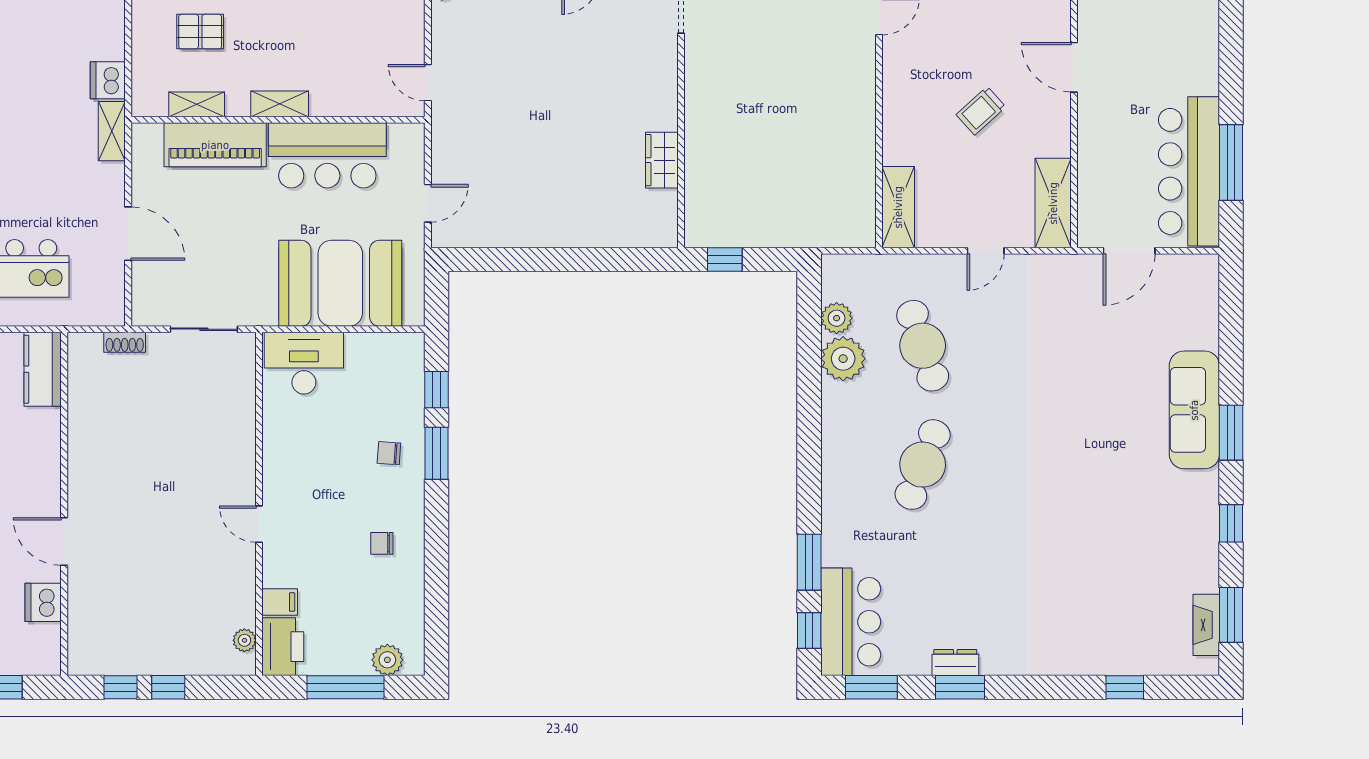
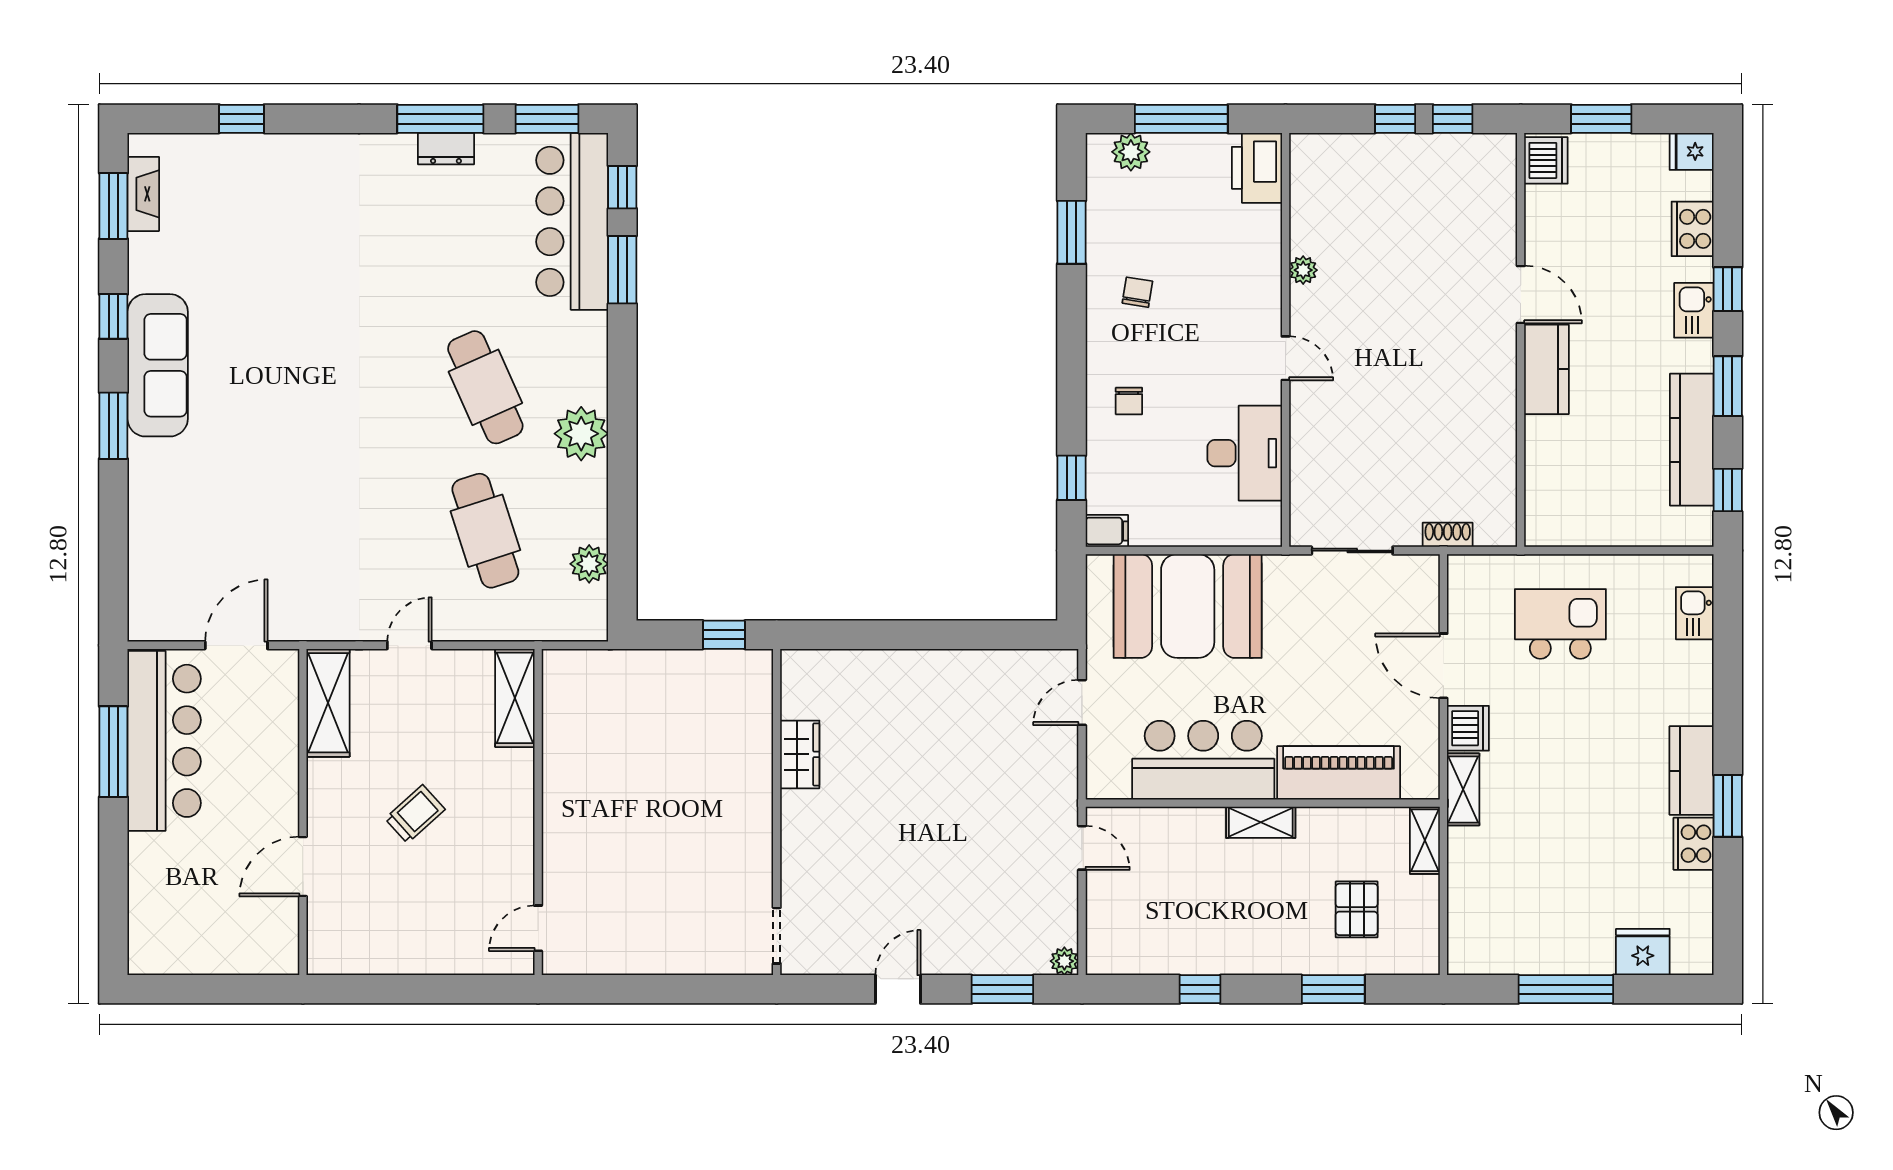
pallet: (200, 32) -> (1357, 909), turned 90
door: (1074, 67) -> (303, 867), swing flipped
dishwasher: (108, 80) -> (1468, 728), moved
shelving: (197, 104) -> (1425, 840), moved, turned 90
plant: (843, 359) -> (581, 434), moved
desk: (304, 363) -> (1245, 453), moved, turned -90
kitchen counter: (43, 369) -> (1547, 369), moved
sofa: (1194, 410) -> (158, 365), moved
chair: (389, 453) -> (1129, 401), turned 86
window: (437, 453) -> (1071, 232), moved
cafe table: (923, 465) -> (485, 387), turned -45
door: (259, 524) -> (1286, 358), moved
chair: (382, 543) -> (1137, 292), turned -81
dishwasher: (43, 602) -> (1546, 160), moved
filing cabinet: (280, 602) -> (1107, 531), moved, turned 180
bar counter: (851, 622) -> (572, 221), width x1.36
plant: (244, 640) -> (1303, 270), moved
window: (960, 687) -> (440, 119), width x1.44

